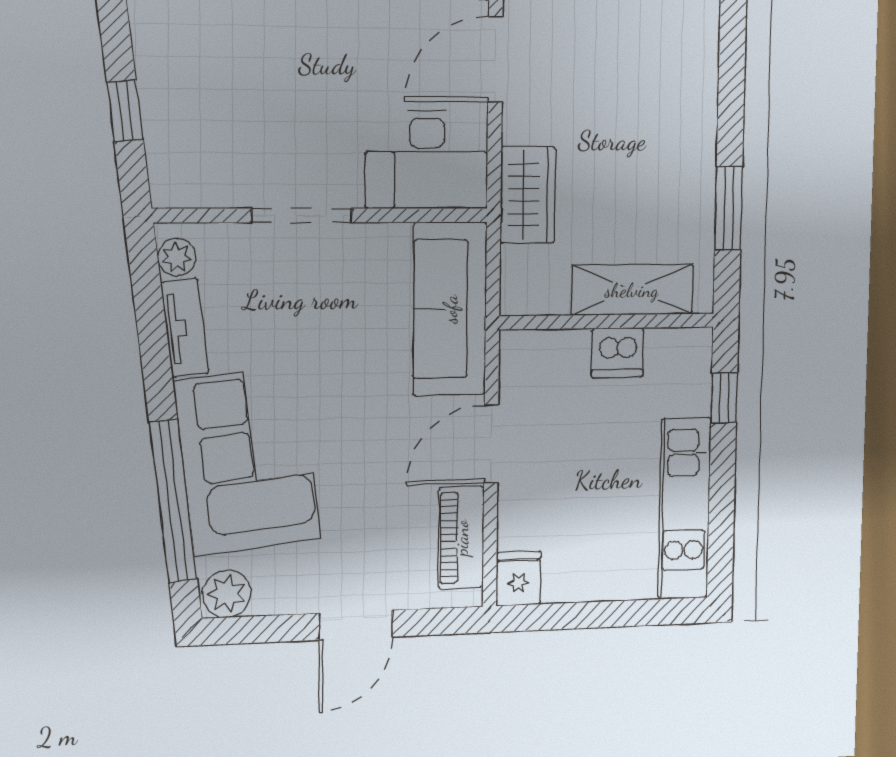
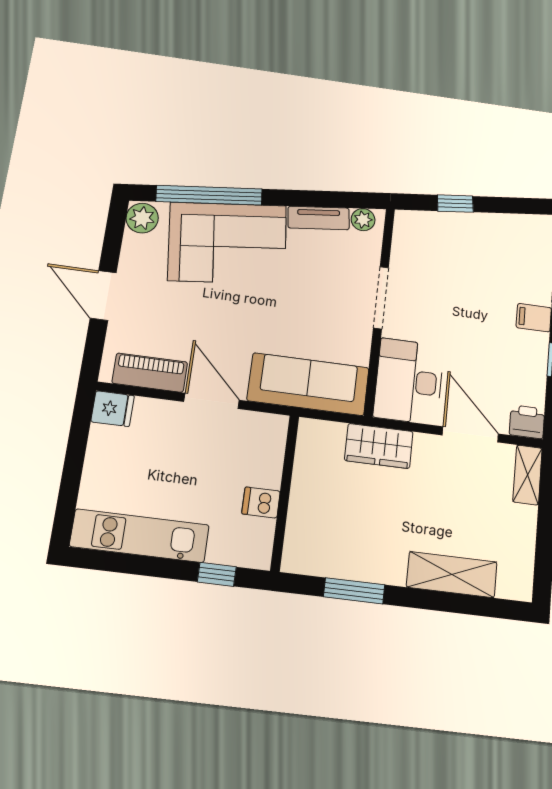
shelving: (632, 290) -> (452, 575), moved, turned 90
dishwasher: (617, 353) -> (261, 502), width x0.73

